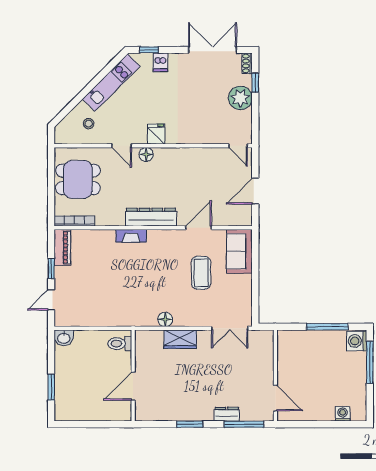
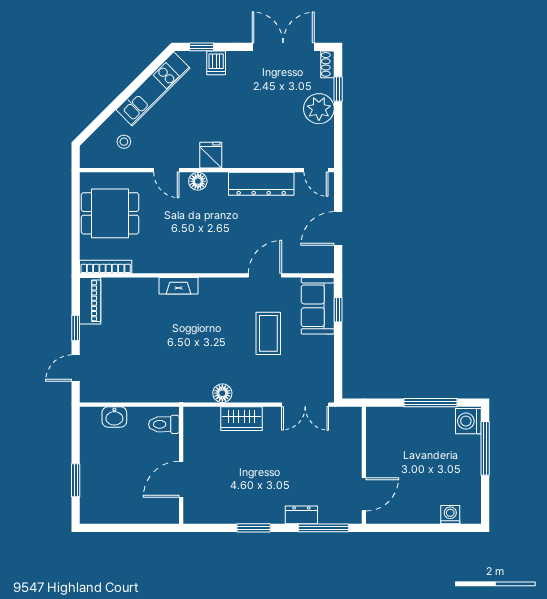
dresser: (151, 217) -> (261, 184), moved, turned 180
window: (255, 254) -> (338, 310), added
washbasin: (64, 338) -> (114, 417), moved
door: (275, 398) -> (364, 494), hinge flipped

